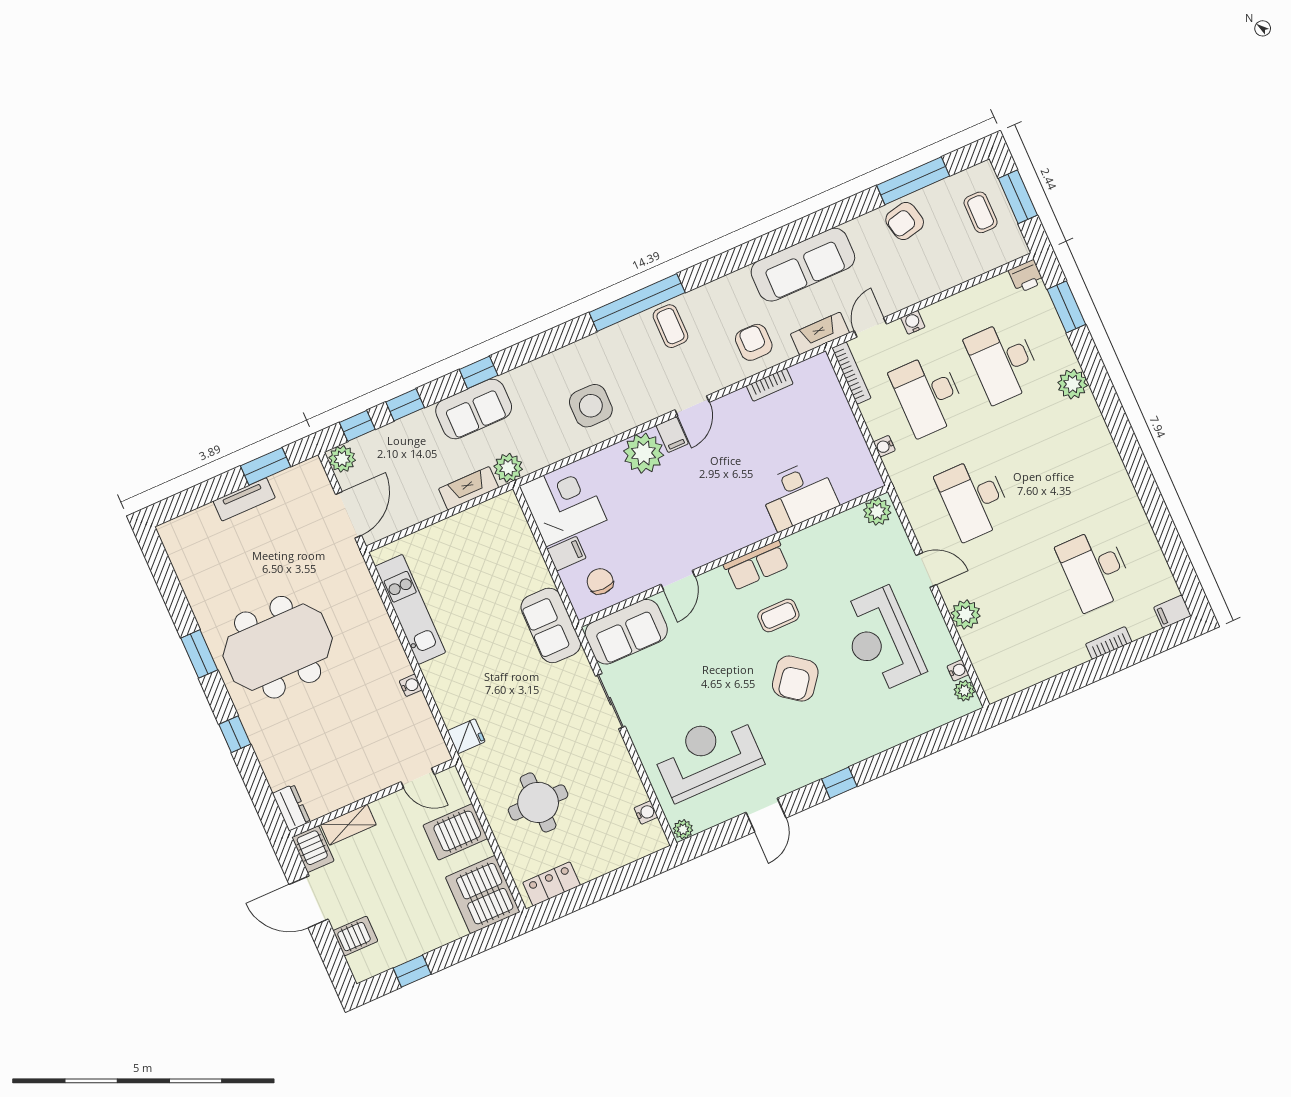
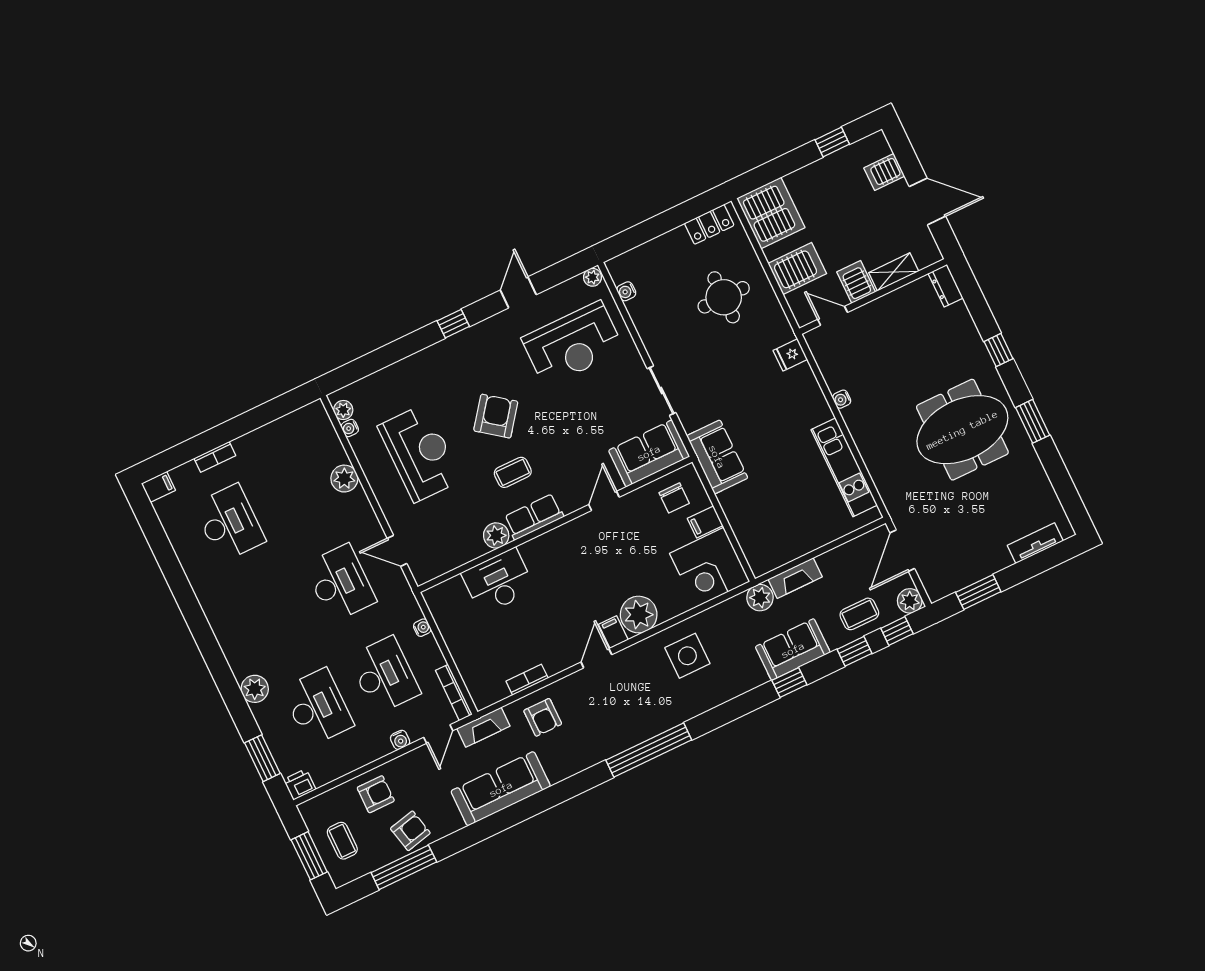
armchair: (942, 263) -> (376, 794), added
coffee table: (670, 326) -> (859, 614), moved, turned 90
tv unit: (244, 499) -> (1035, 543), moved
plant: (877, 511) -> (496, 535), moved
door: (926, 570) -> (397, 551), moved
server rack: (313, 849) -> (856, 282), moved

